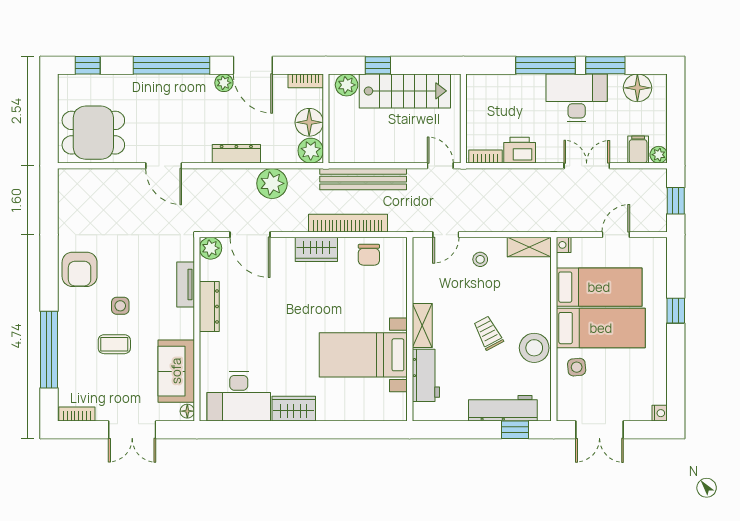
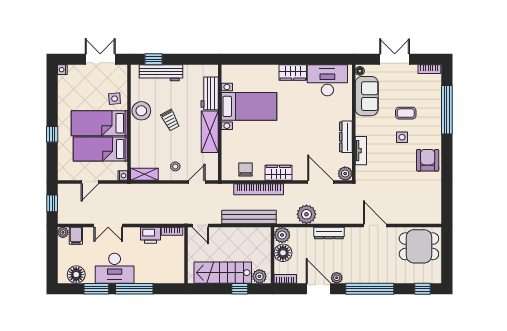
shelving: (422, 325) -> (210, 132), width x1.50, depth x1.33

